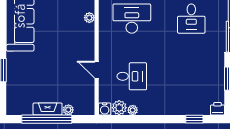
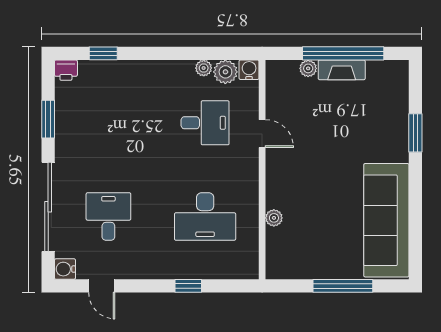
desk: (132, 76) -> (205, 123), turned 180

